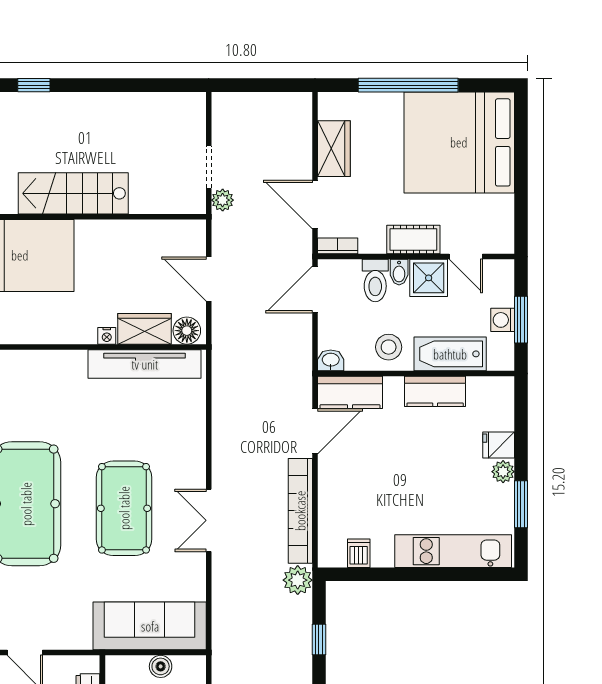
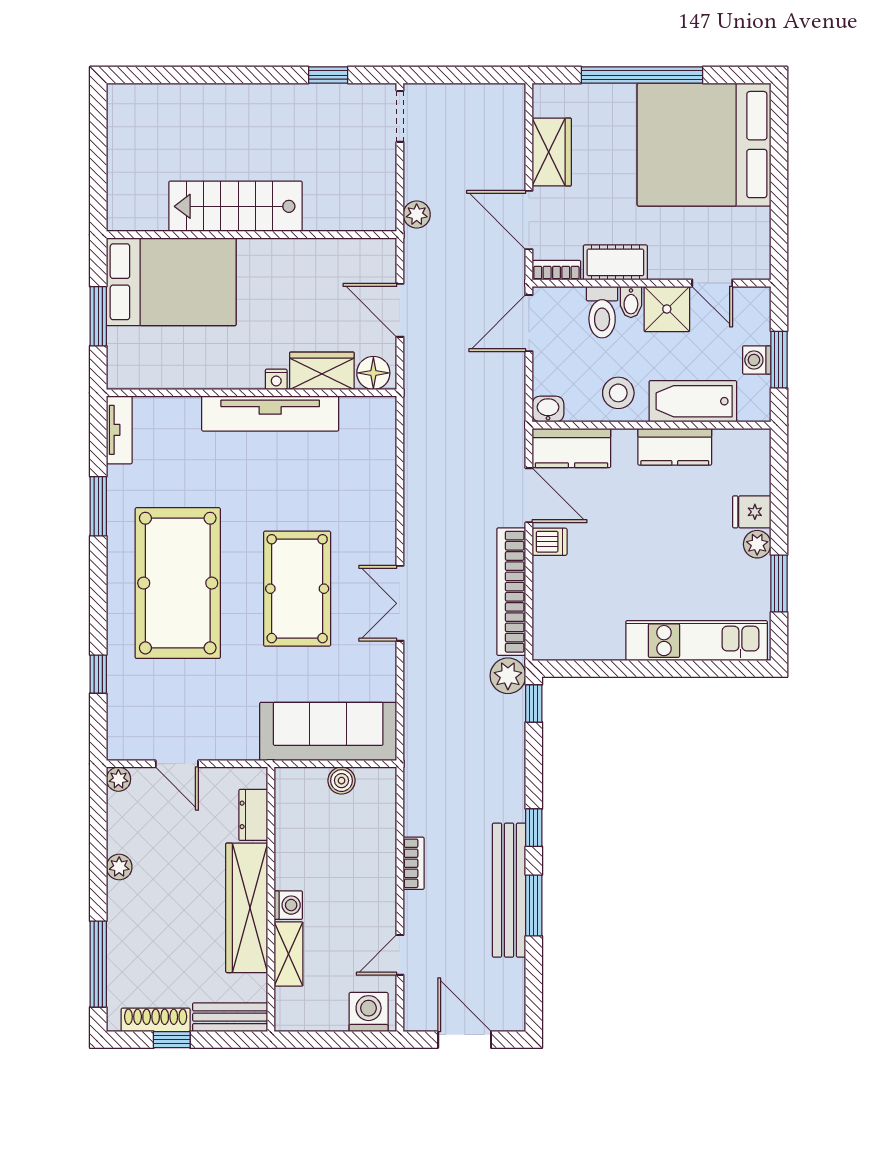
window: (34, 85) -> (328, 75), moved
doorway: (209, 167) -> (400, 116), moved
cot: (413, 240) -> (615, 262), moved
tv unit: (145, 364) -> (270, 414), moved
door: (315, 431) -> (529, 495), hinge flipped
dishwasher: (359, 553) -> (550, 542), moved, turned 90
window: (319, 640) -> (534, 703), moved

